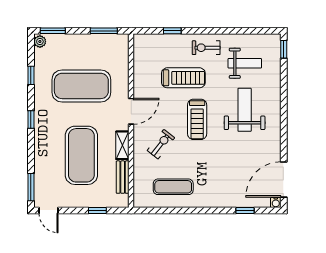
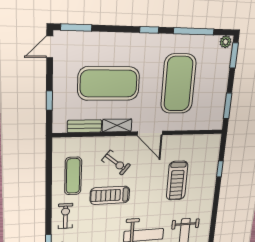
exercise bike: (206, 48) -> (65, 216), moved
window: (31, 75) -> (194, 31), width x2.17
treadmill: (197, 119) -> (110, 195), moved

